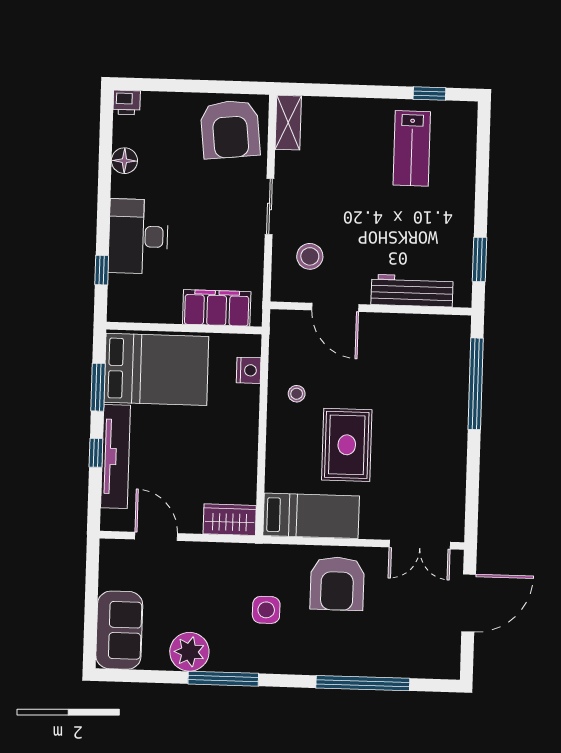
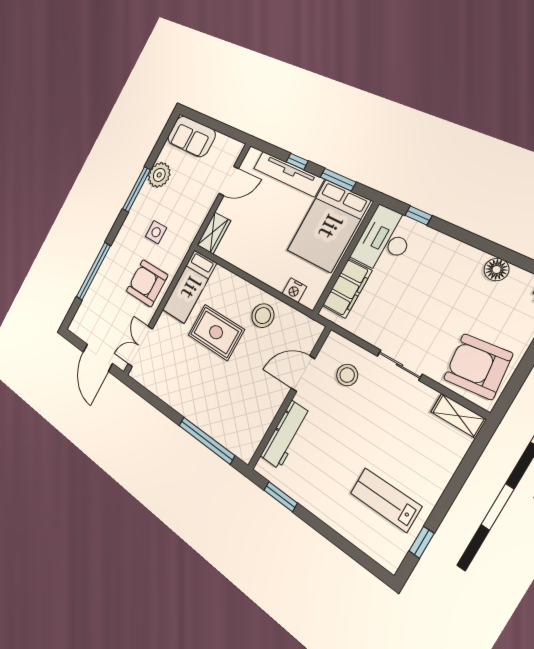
desk: (138, 236) -> (384, 240), moved, turned -90
stool: (297, 394) -> (263, 316), width x1.89, depth x1.89

